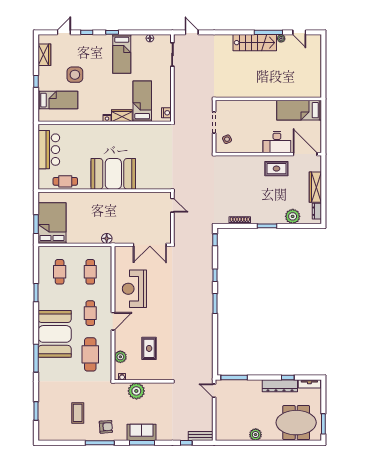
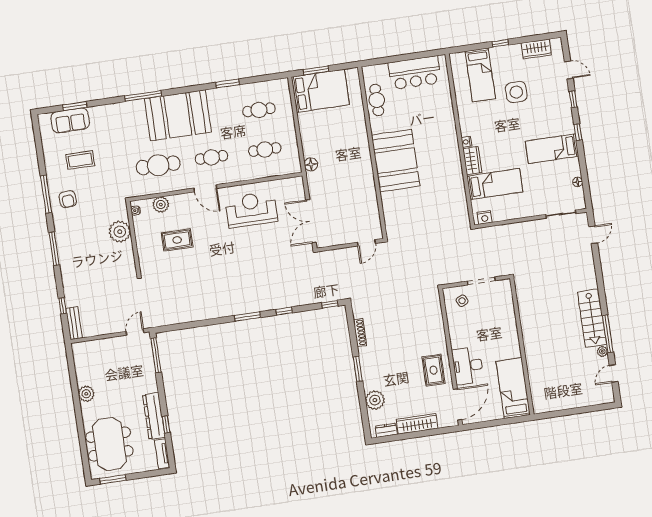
sofa: (142, 432) -> (70, 120), moved, turned 90

